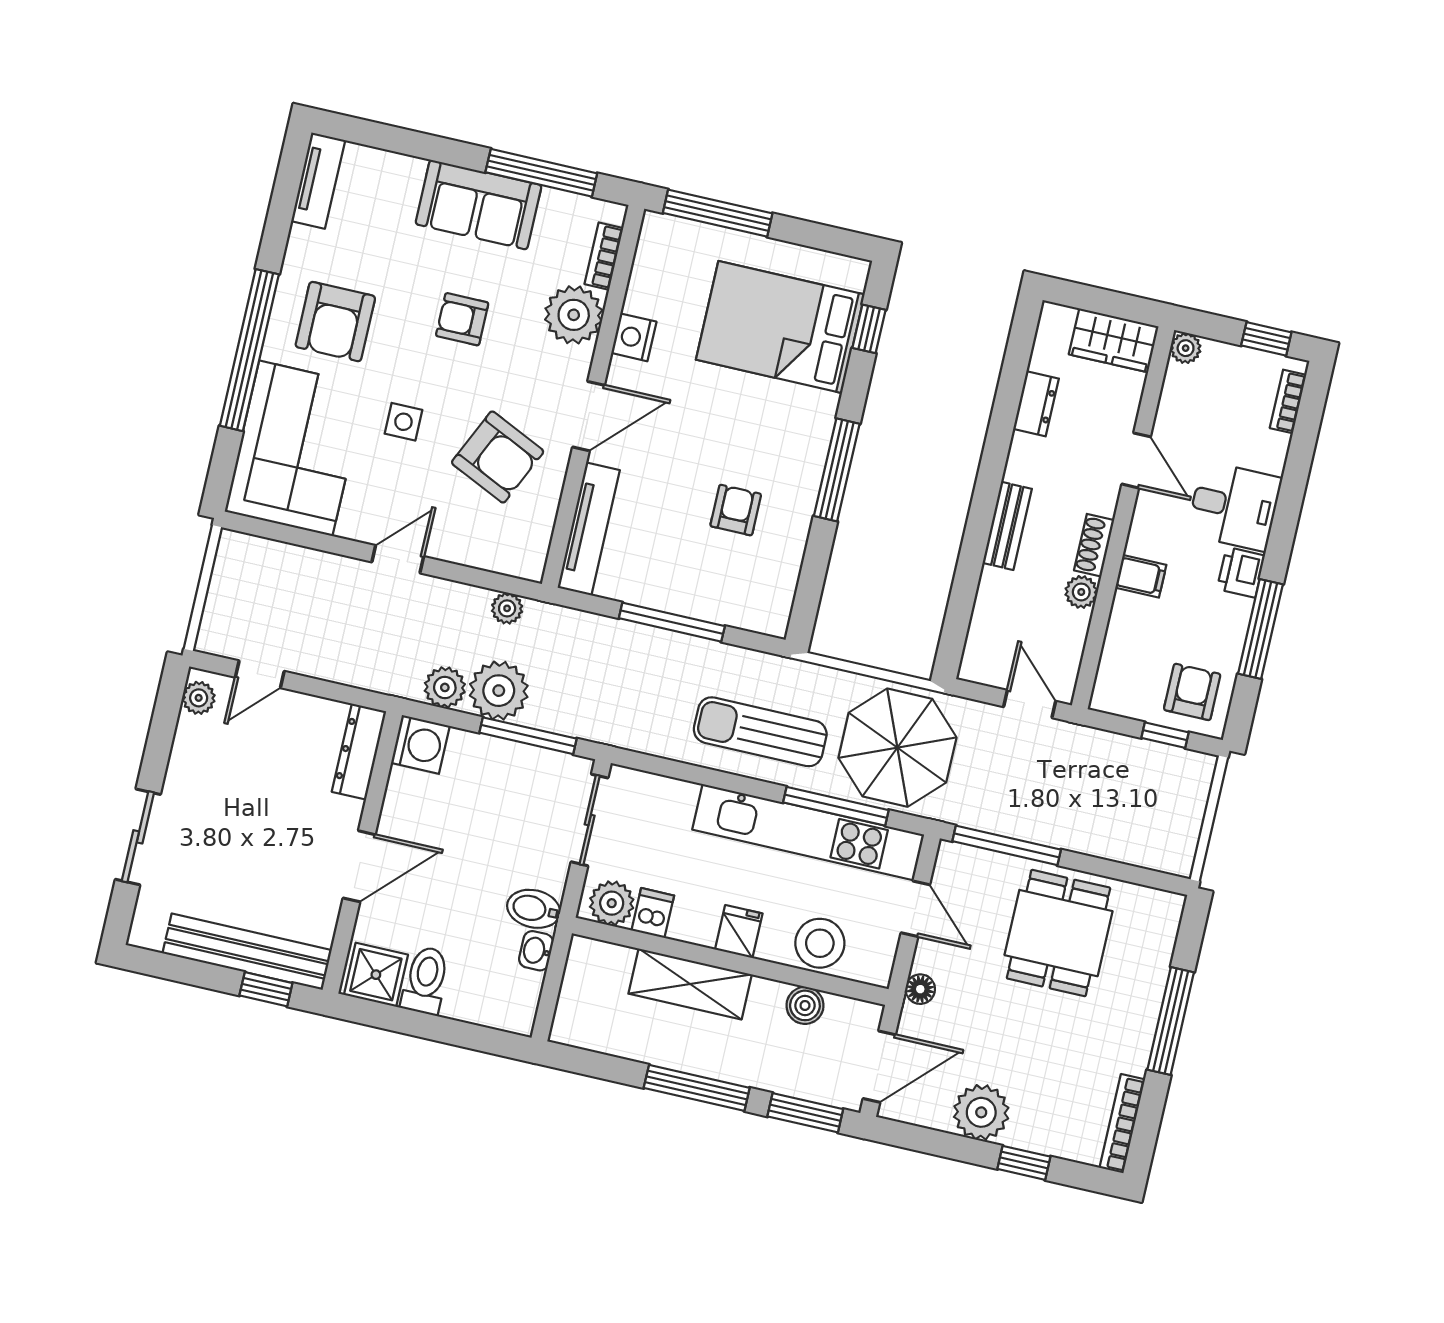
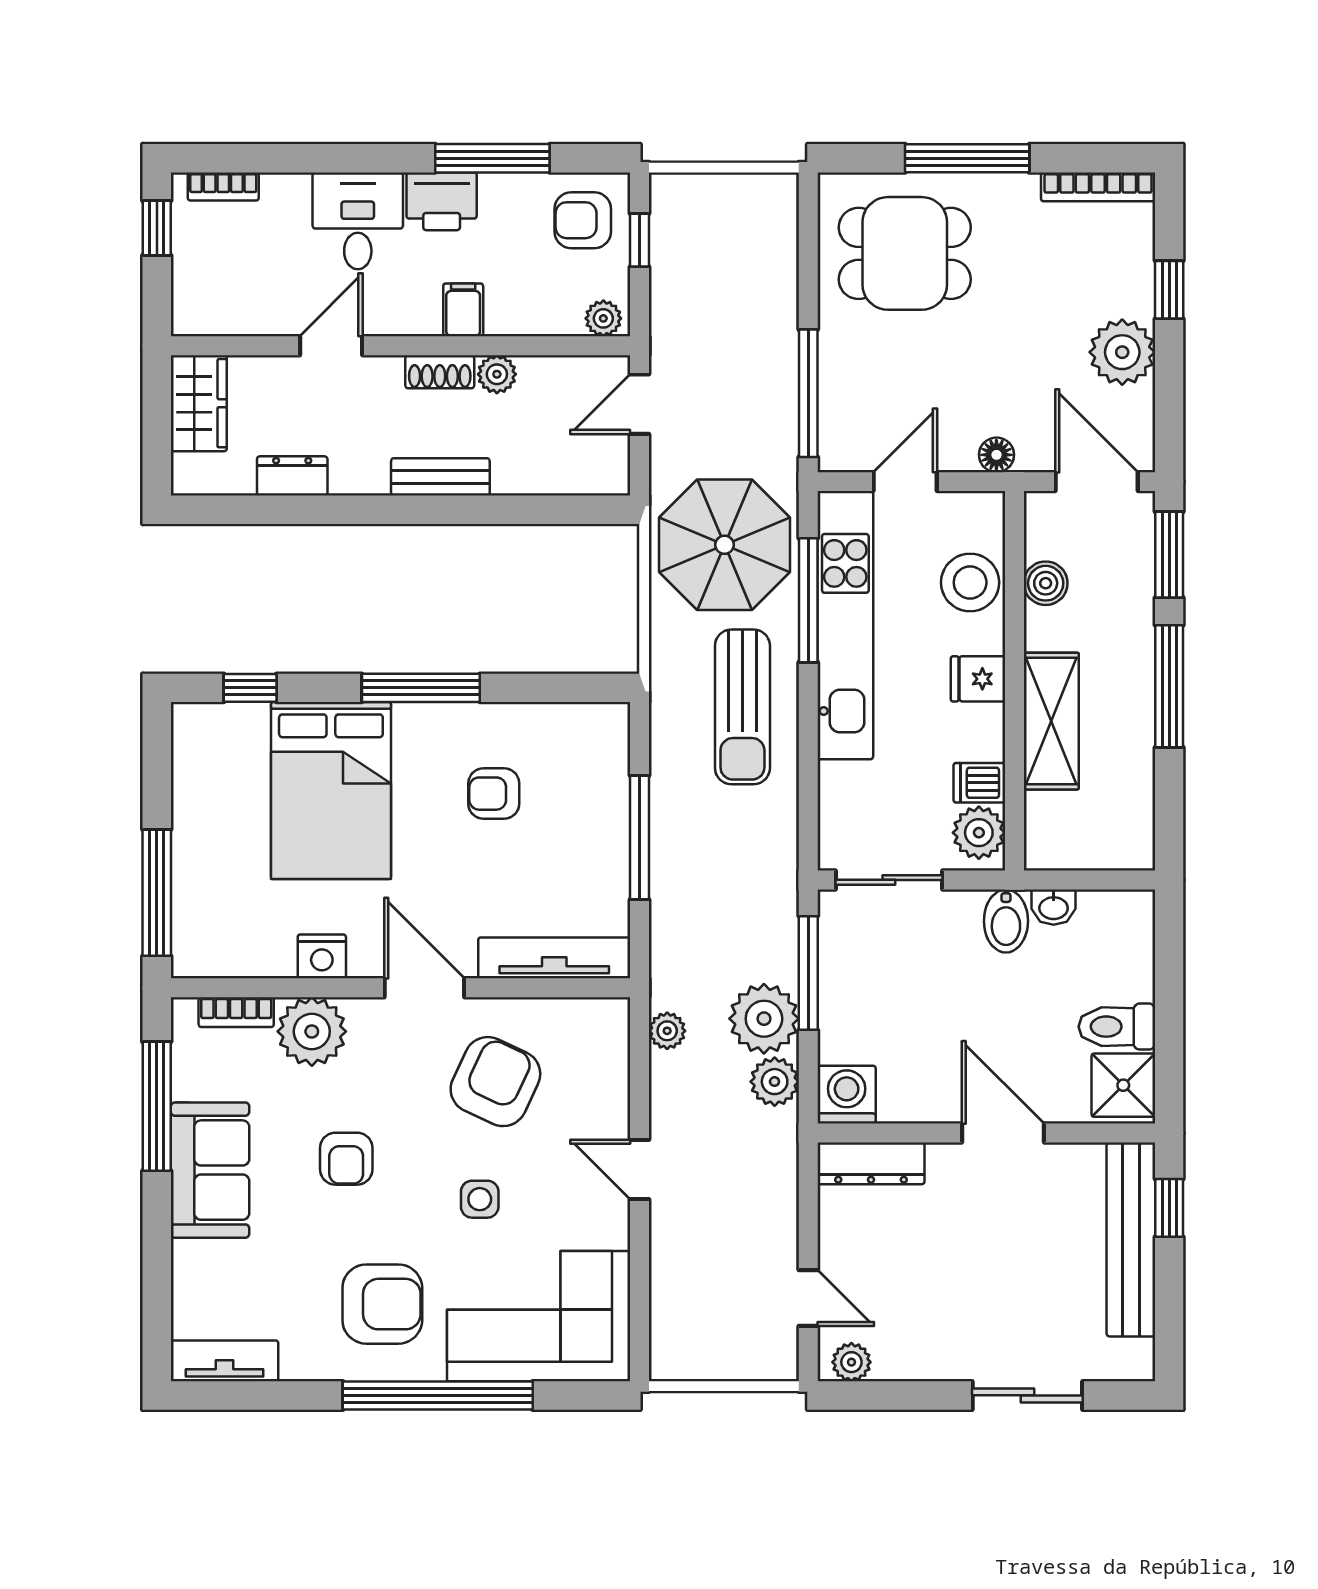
bed: (780, 327) -> (331, 791), moved
plant: (1186, 348) -> (603, 318), moved
printer: (1241, 572) -> (442, 201), width x1.36, depth x1.24
dining table: (1058, 933) -> (905, 253), moved

